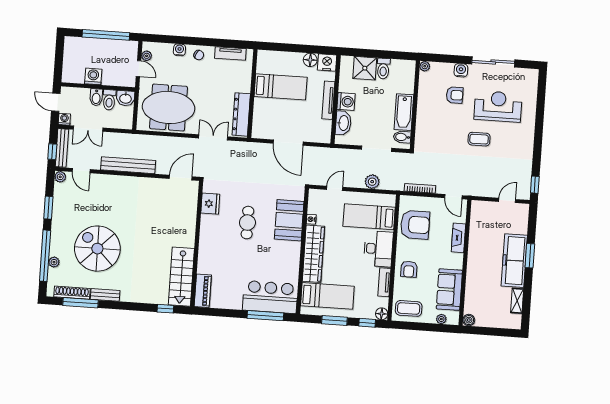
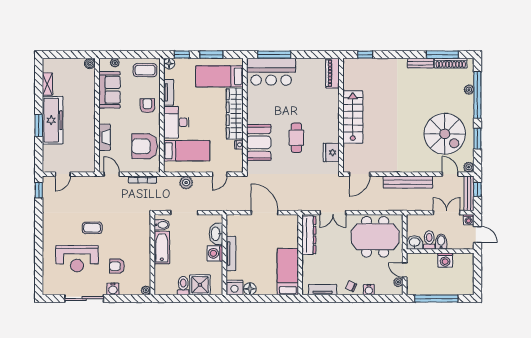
bed: (281, 87) -> (288, 272), moved, turned 90
spiral stairs: (97, 249) -> (445, 134), moved
stairs: (181, 277) -> (353, 117), moved

